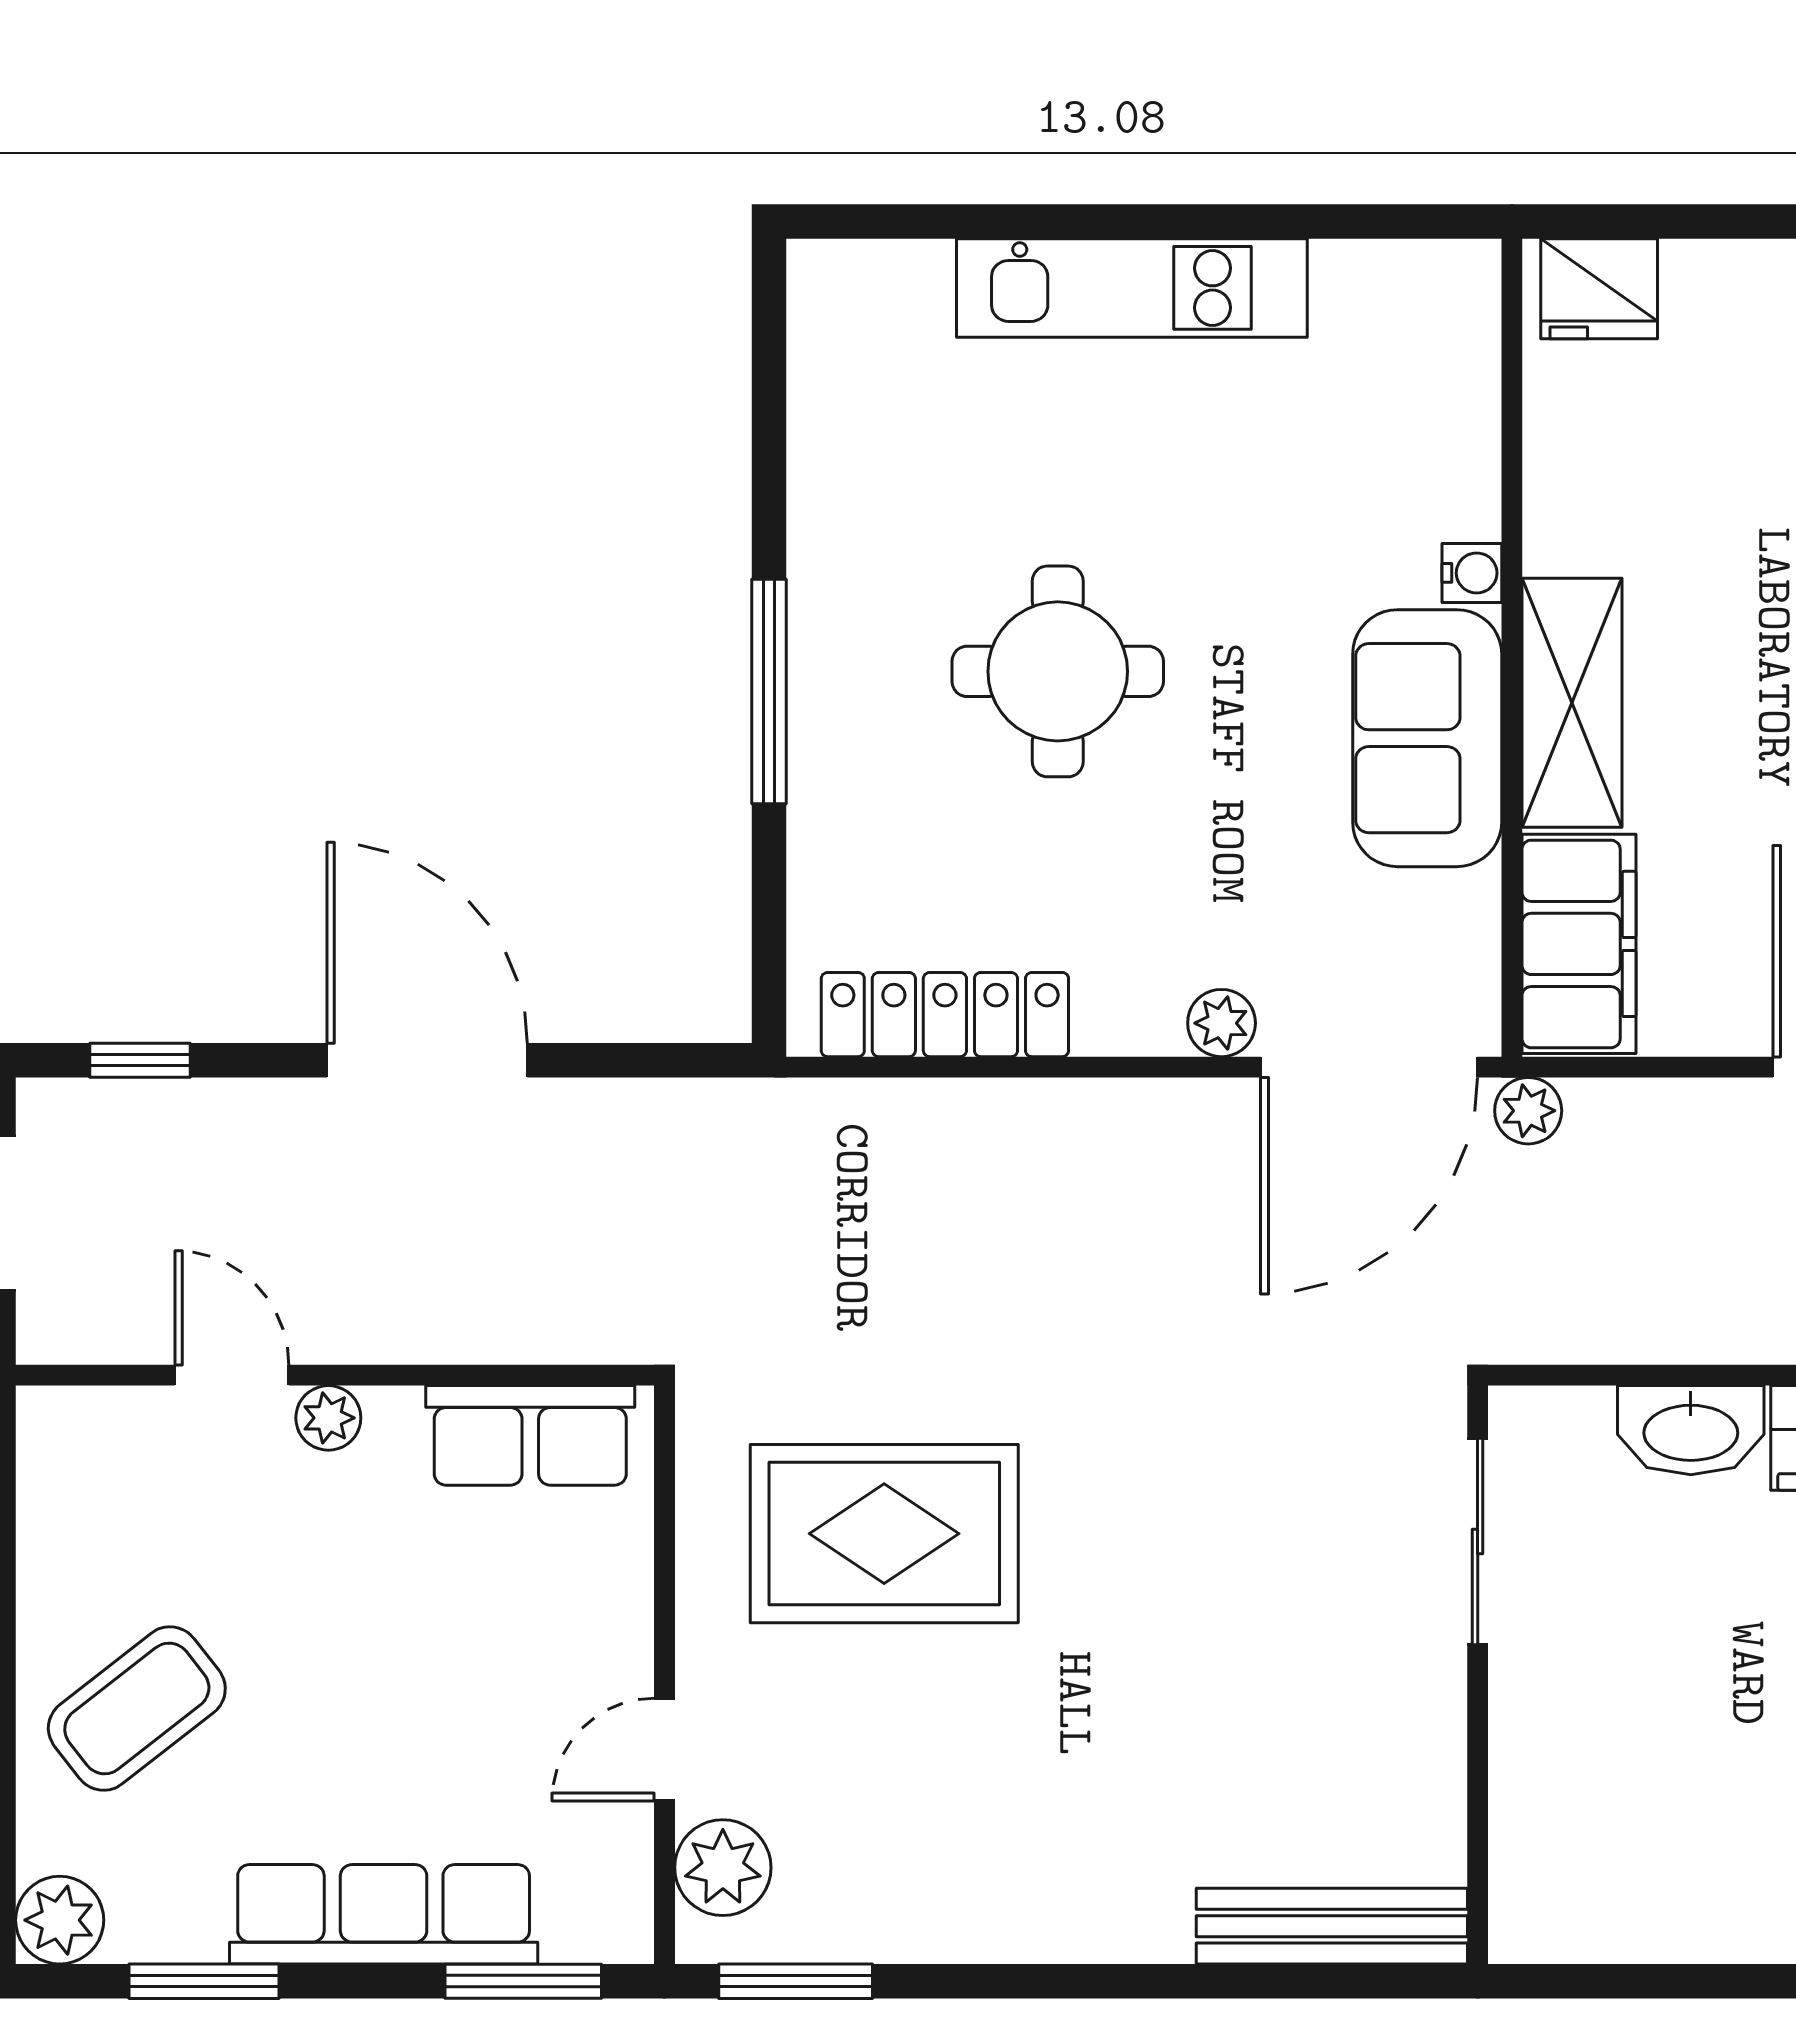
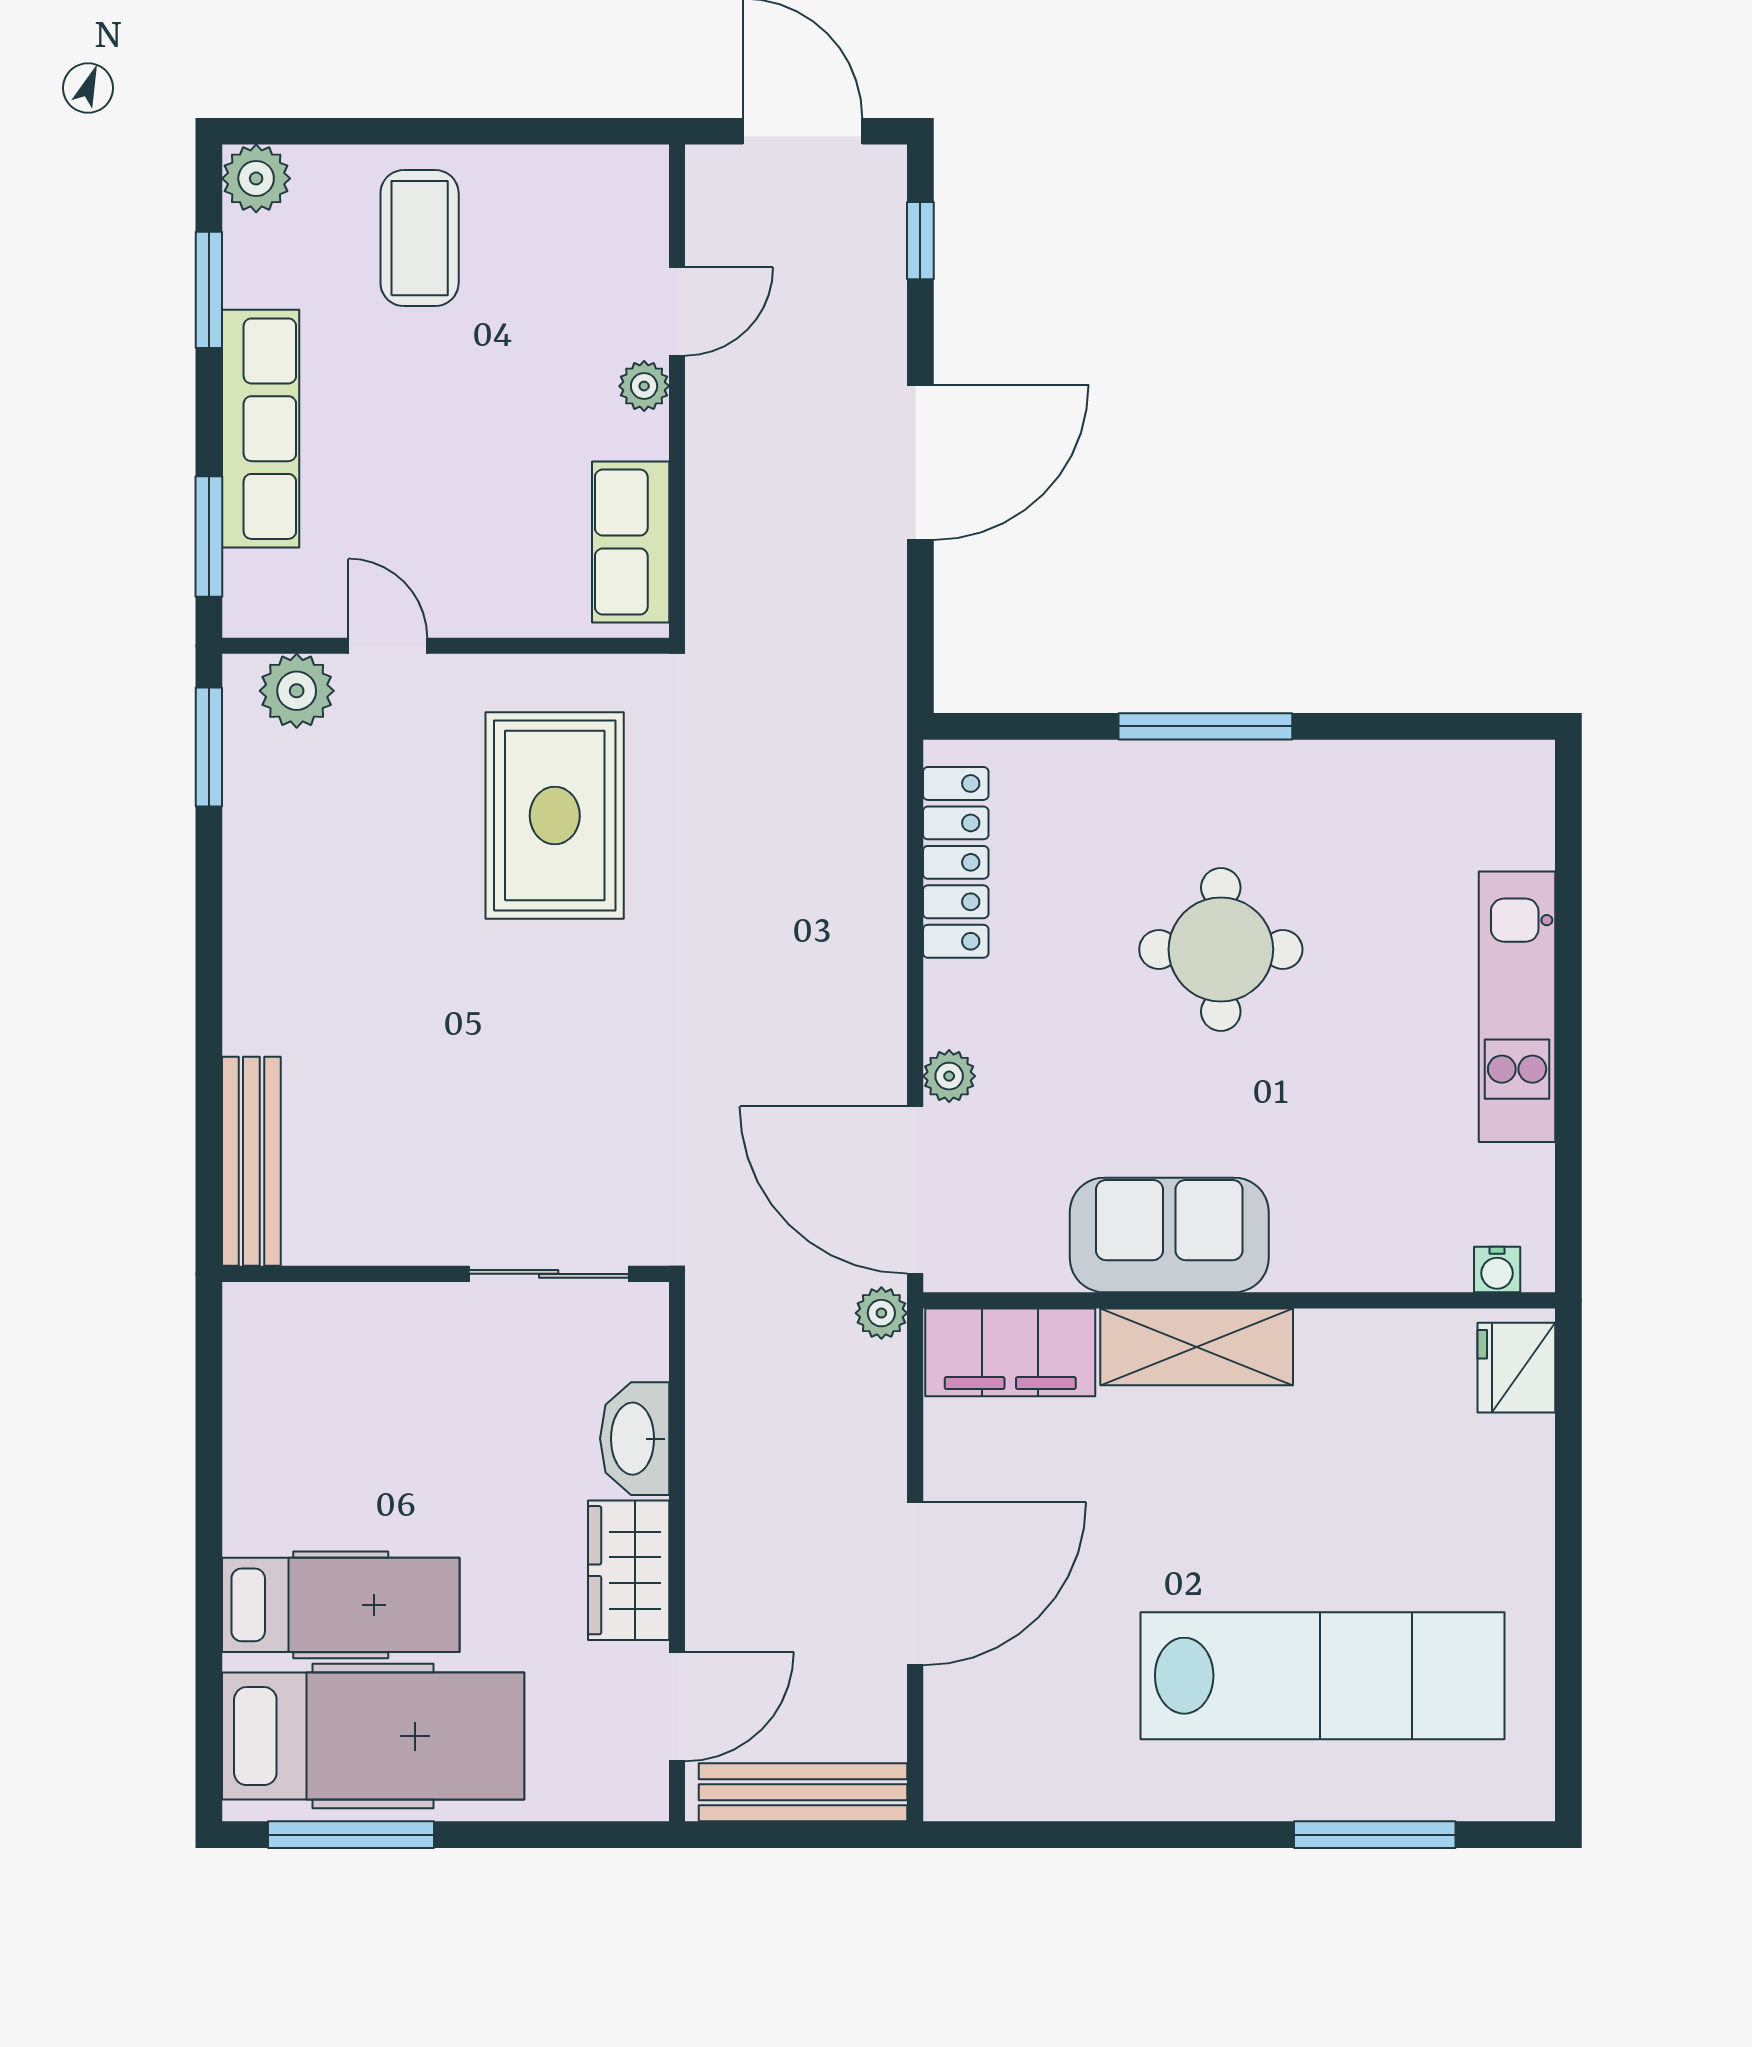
water cooler: (1472, 573) -> (1497, 1269), moved
coffee table: (137, 1709) -> (420, 238), turned 38

